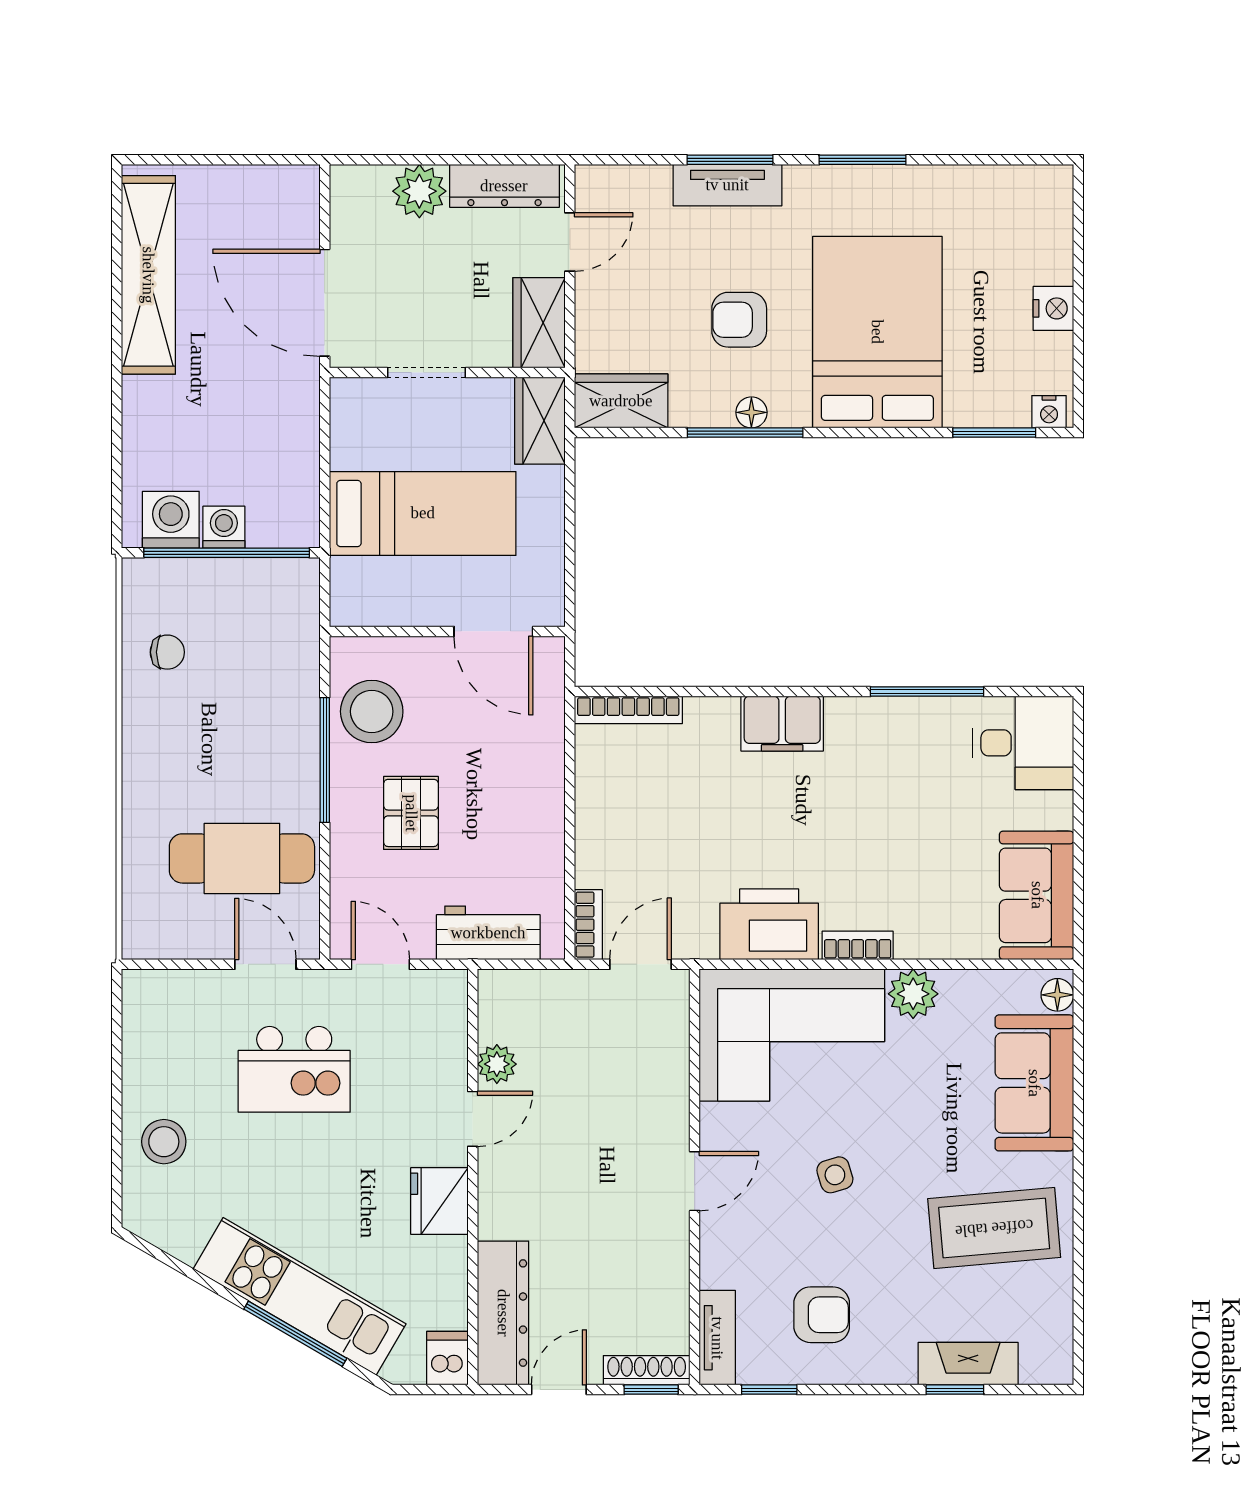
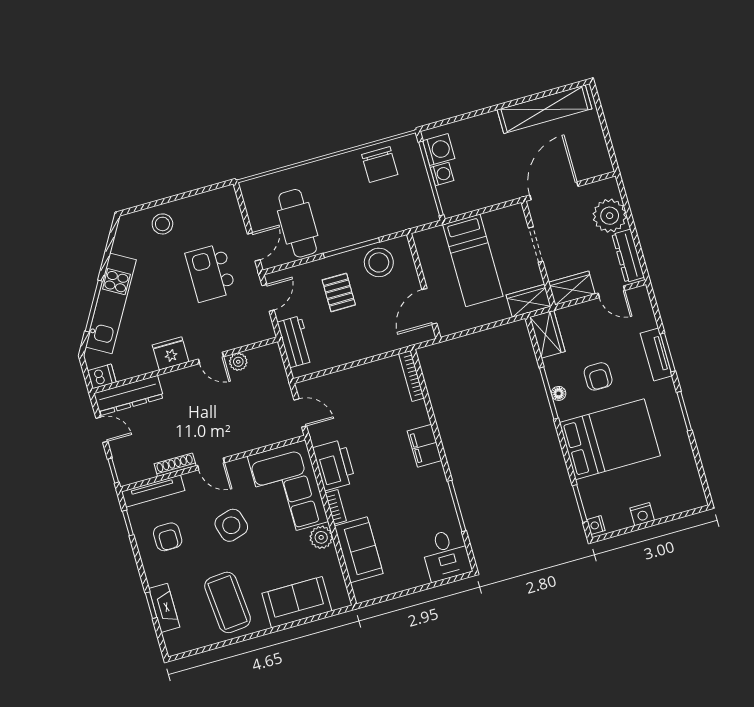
plant: (419, 191) -> (610, 216), width x1.36, depth x1.36
armchair: (739, 320) -> (598, 376), turned 180
chair: (167, 652) -> (380, 165), width x1.87, depth x1.87
pallet: (411, 813) -> (339, 292), turned 90
sofa: (1037, 895) -> (359, 550), moved, turned 90
bookcase: (588, 925) -> (311, 385), removed
floor lamp: (1057, 995) -> (339, 601), removed
side table: (835, 1175) -> (231, 525), width x1.87, depth x1.87
tv unit: (717, 1338) -> (153, 491), width x1.41
shoe rack: (647, 1370) -> (175, 465), moved, turned -90

